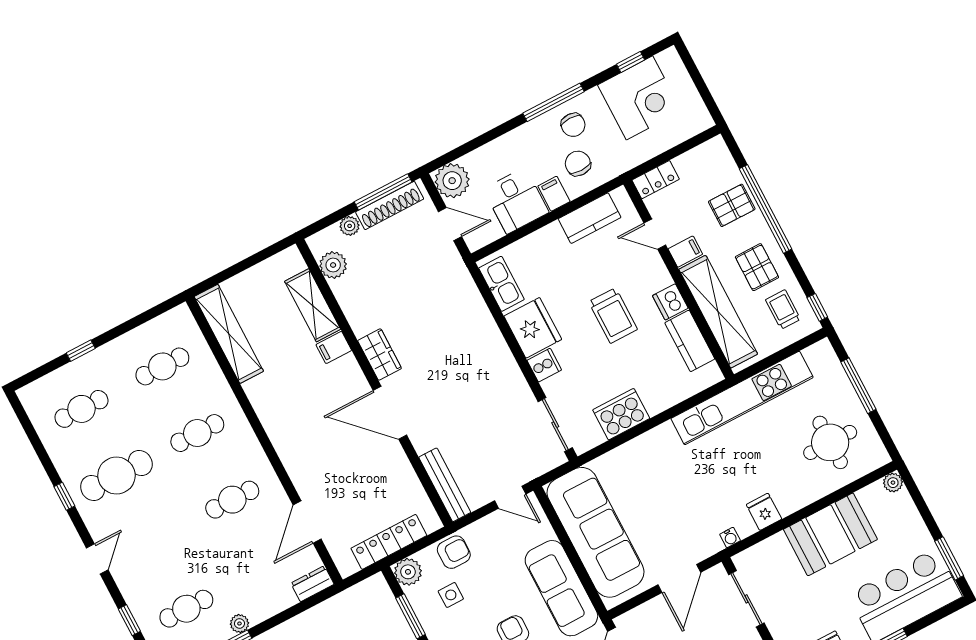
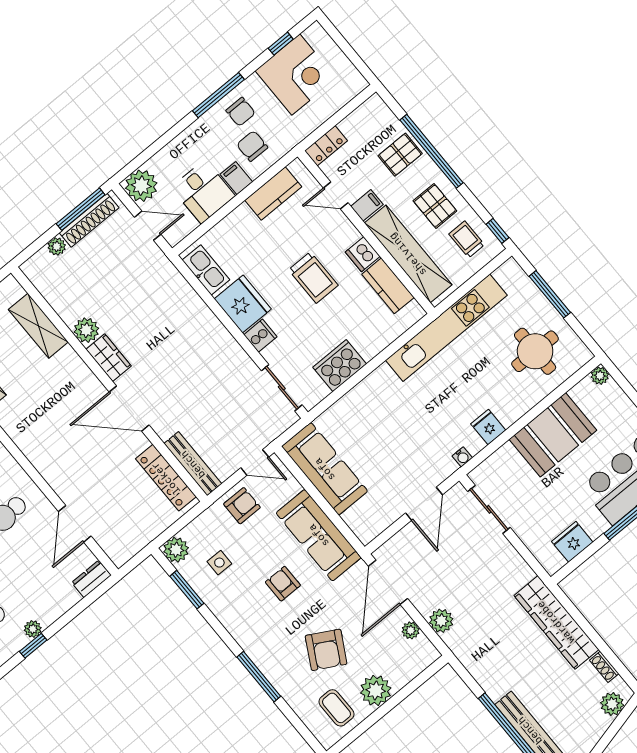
plant: (333, 265) -> (86, 330), moved
filing cabinet: (334, 347) -> (66, 360), removed
sofa: (596, 532) -> (325, 469), width x0.74, depth x0.79
locker: (389, 542) -> (166, 478), moved, turned -90
armchair: (454, 552) -> (242, 506), moved

